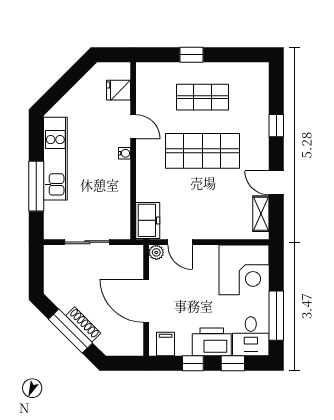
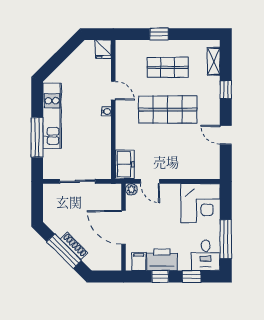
fridge: (119, 90) -> (103, 49), moved, turned -90
shelving: (261, 214) -> (214, 61), moved
printer: (212, 342) -> (162, 260), moved

